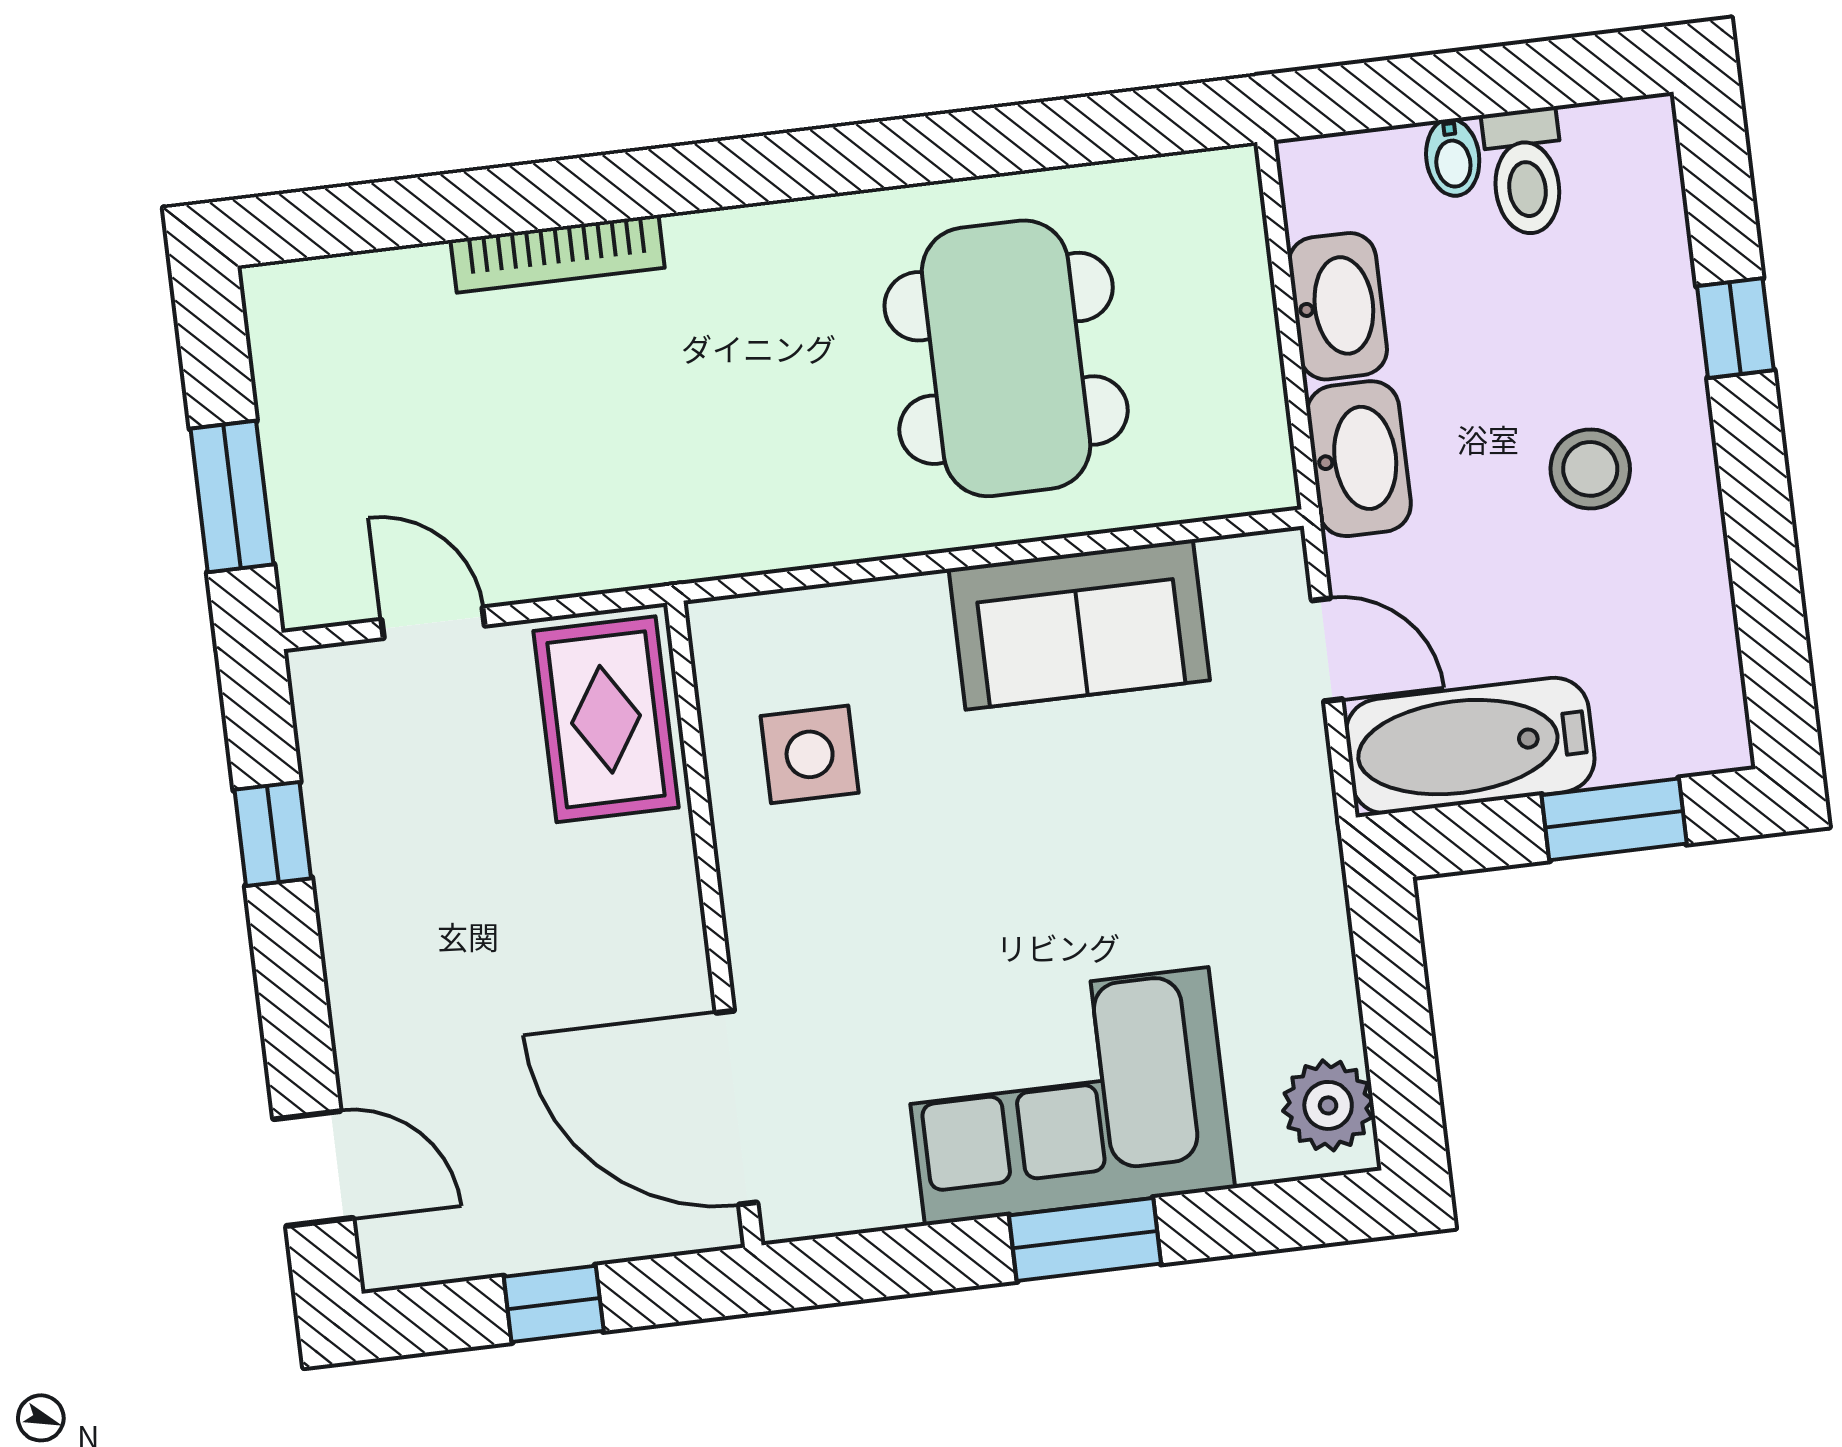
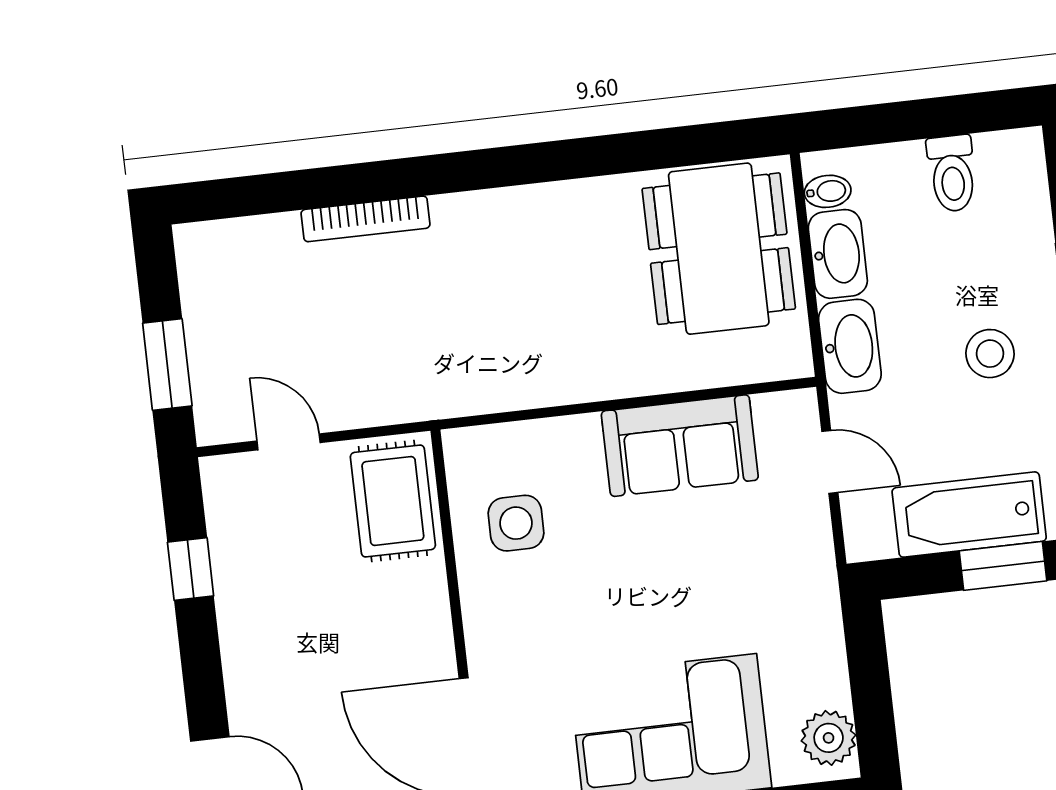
bidet: (1453, 157) -> (828, 191), moved, turned -90
dining table: (1006, 358) -> (719, 249), moved
bathtub: (1470, 746) -> (969, 515), moved

